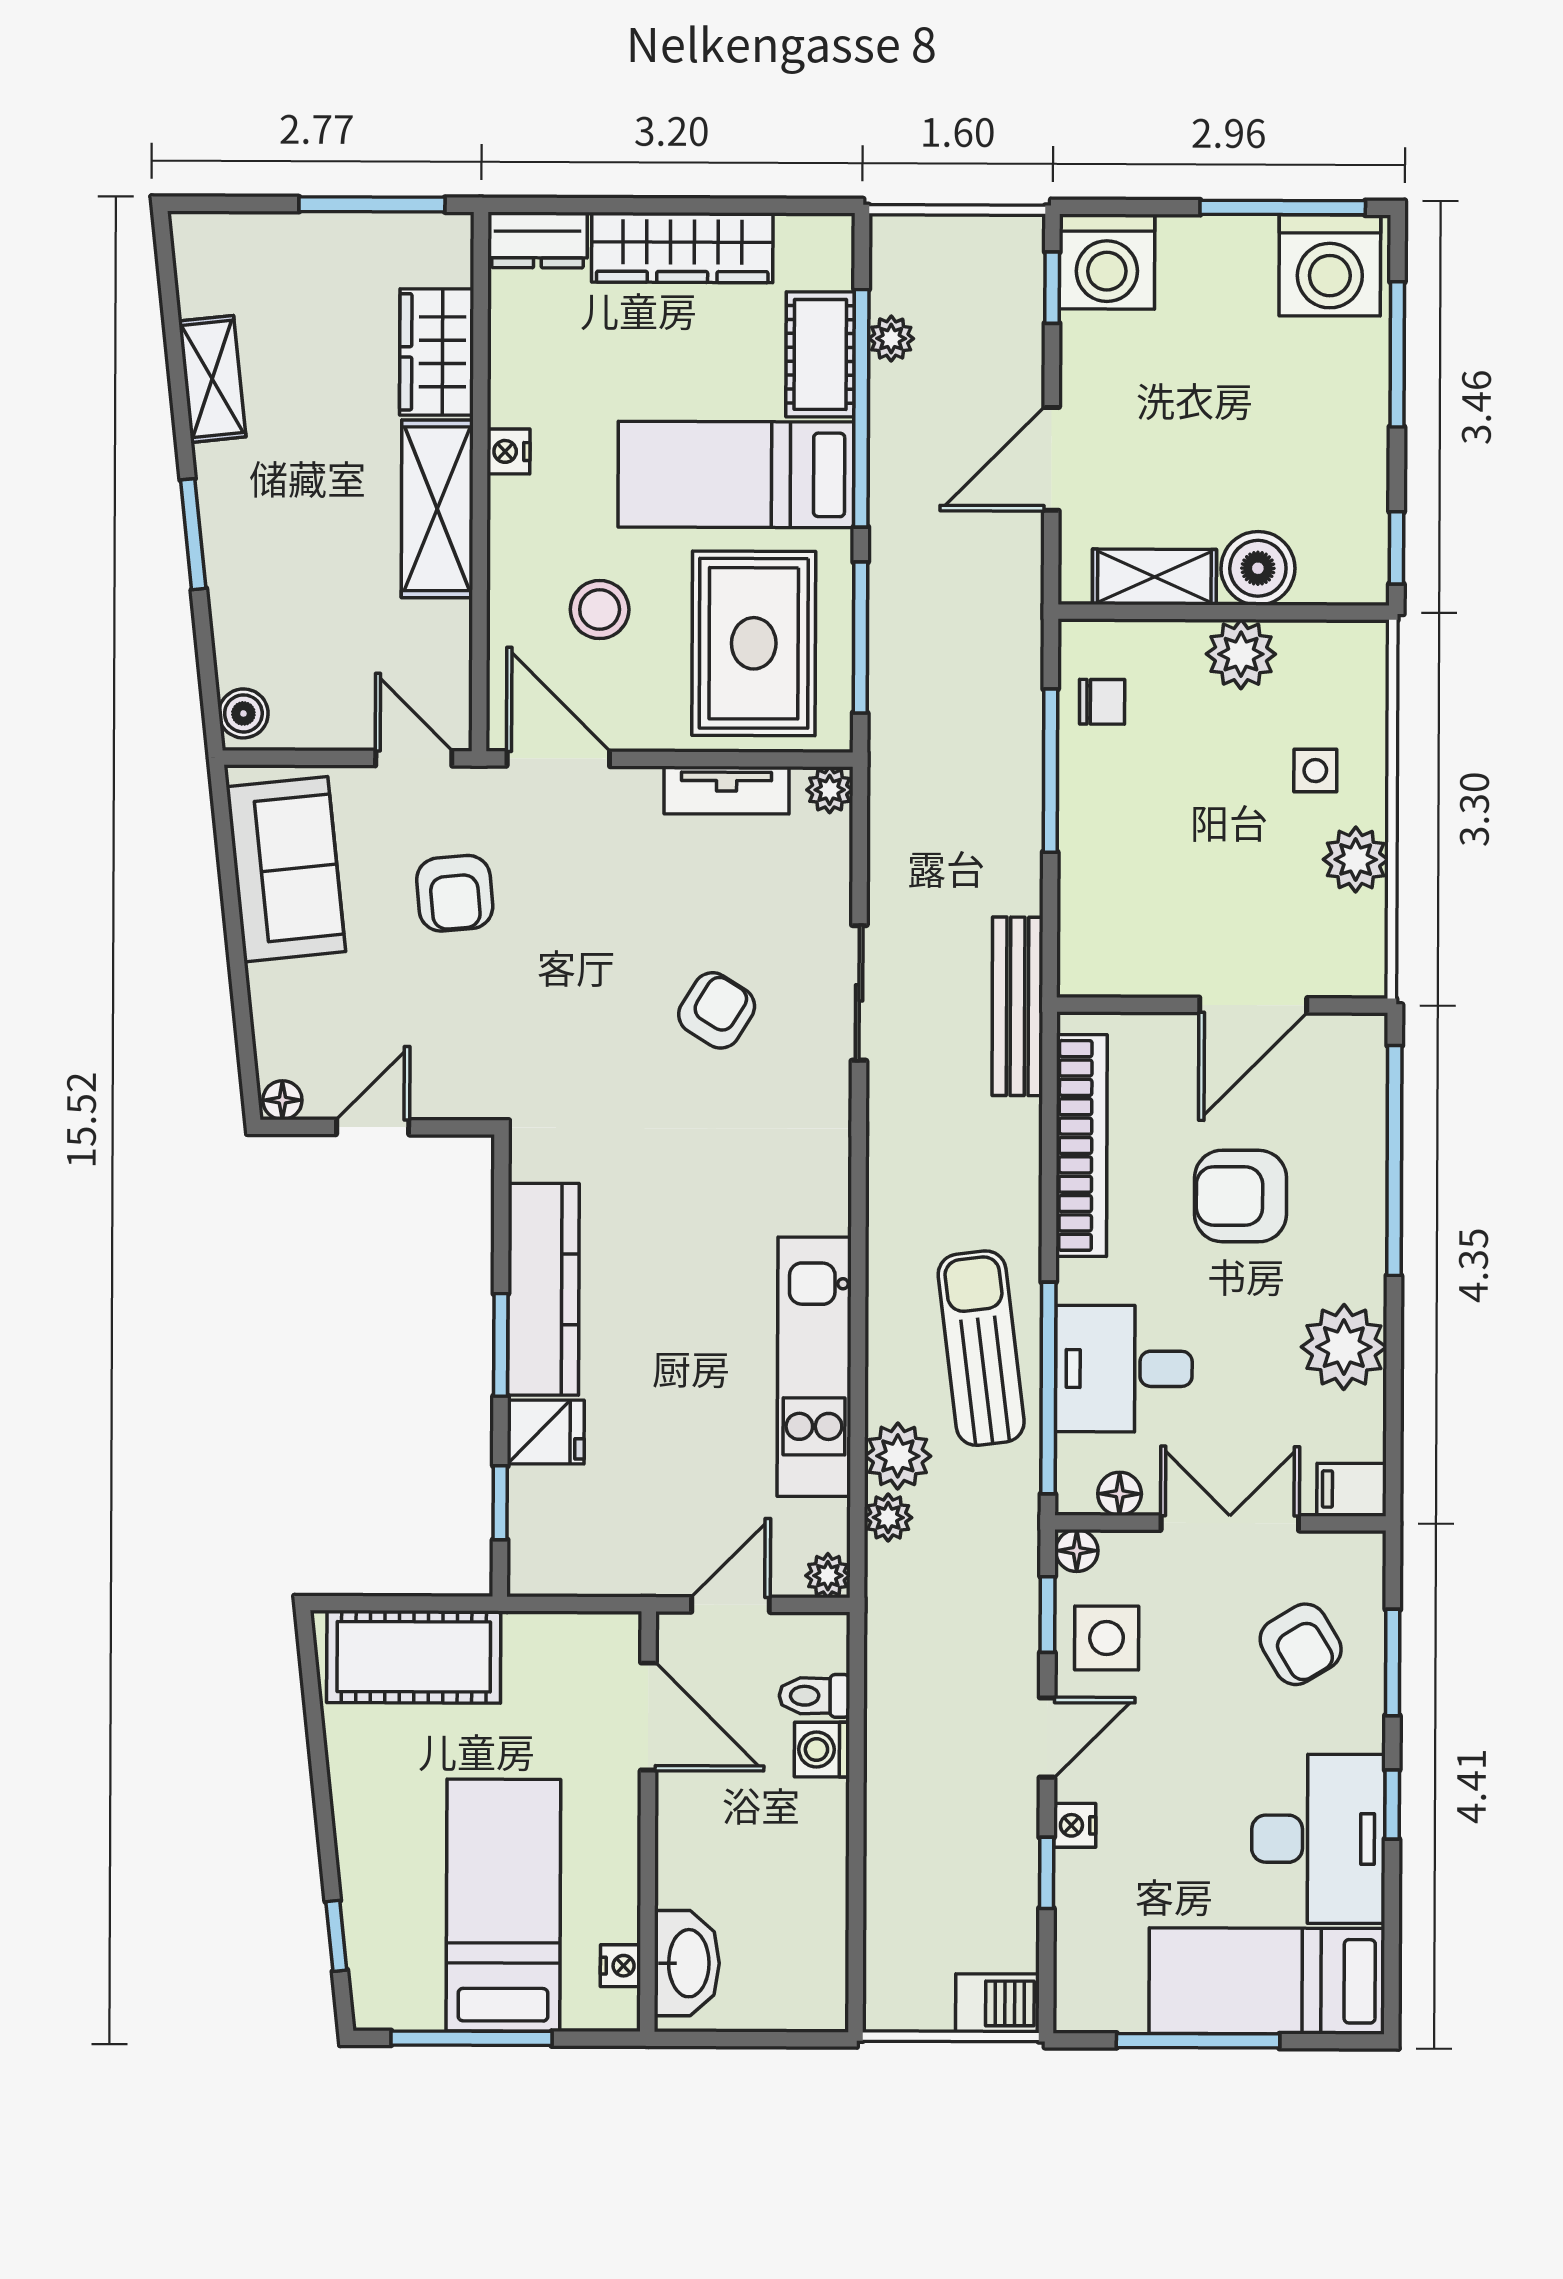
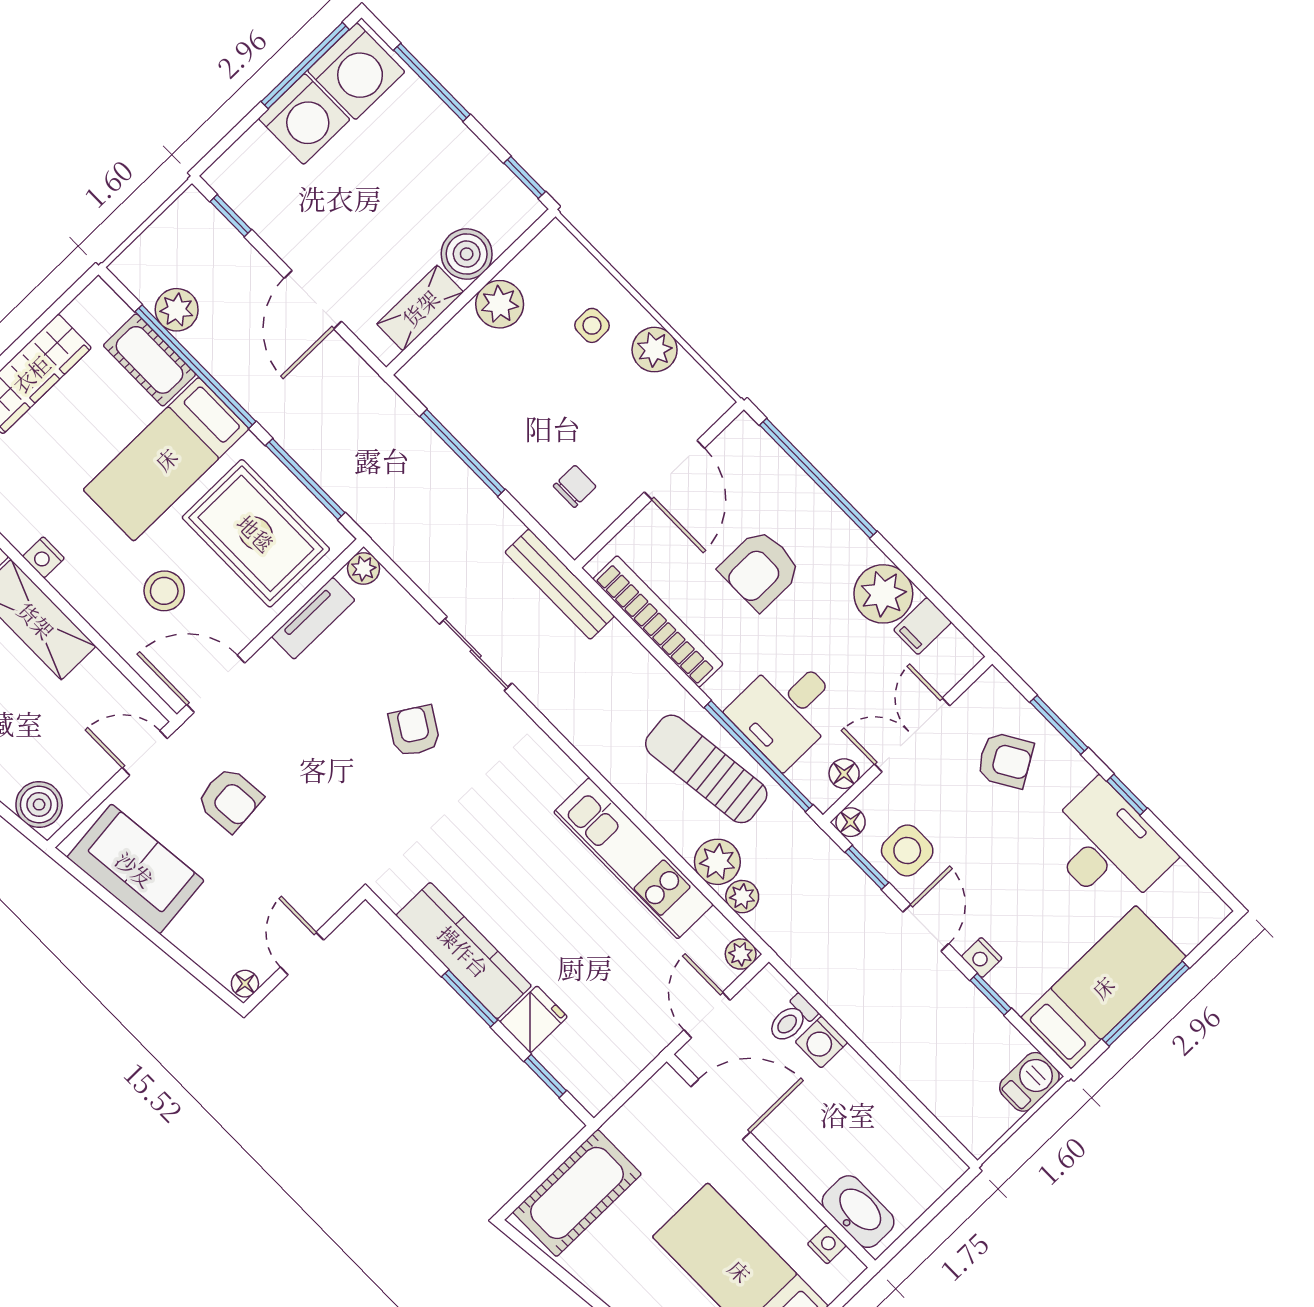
washing machine: (1107, 262) -> (304, 119), moved
plant: (891, 339) -> (177, 310), width x1.38, depth x1.38
chair: (1102, 702) -> (575, 486), moved
boiler: (243, 713) -> (39, 804), width x1.36, depth x1.36
filing cabinet: (1352, 1489) -> (922, 626), moved
bed: (1267, 1981) -> (1103, 987), moved, turned 180

